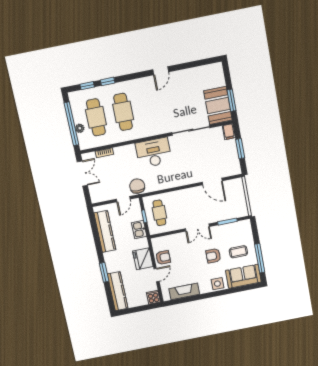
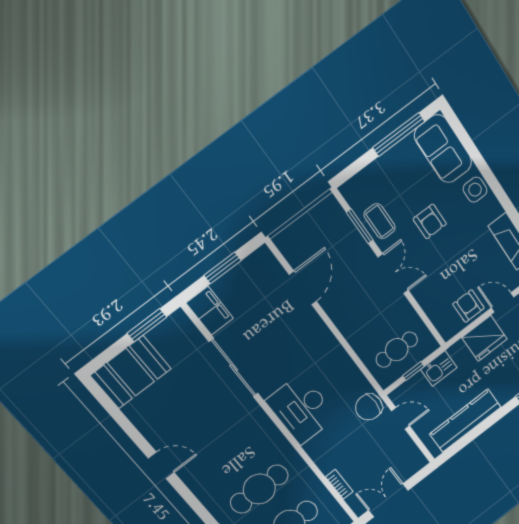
booth: (218, 105) -> (131, 372), moved
filing cabinet: (229, 132) -> (210, 311), width x2.00
coffee table: (238, 252) -> (380, 221), moved

